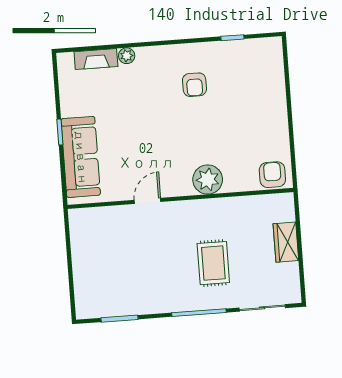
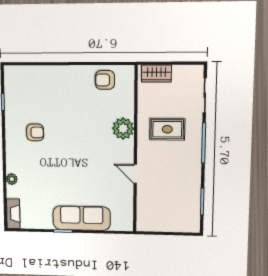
fireplace: (96, 59) -> (13, 214), moved
plant: (208, 180) -> (123, 129), moved
wall: (180, 198) -> (135, 150), moved
door: (148, 201) -> (135, 174), moved

